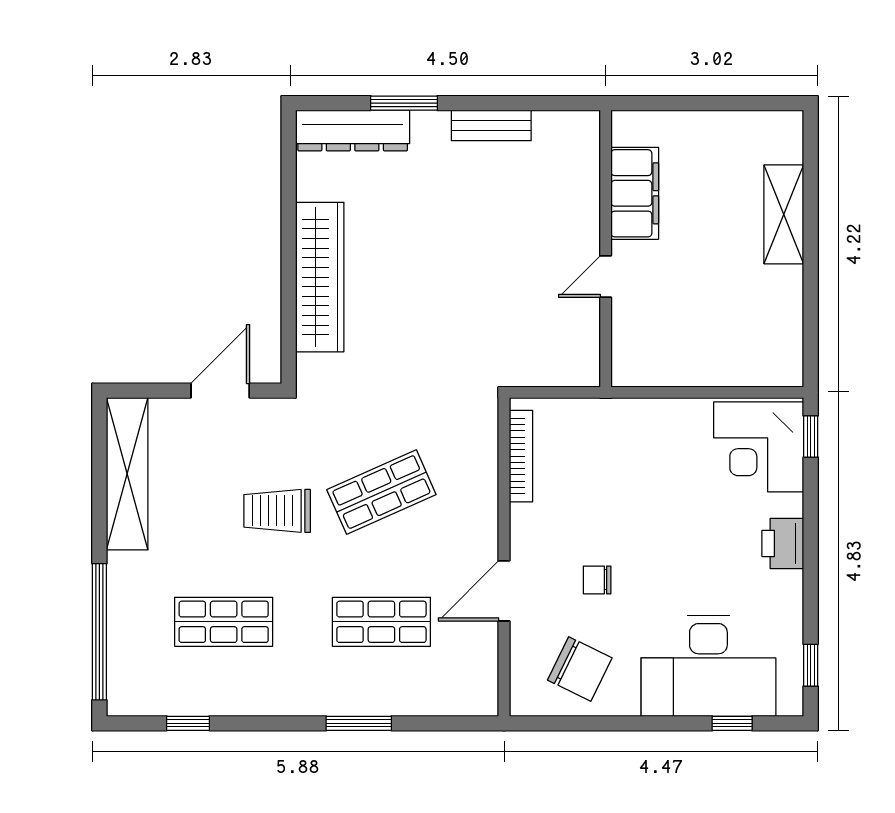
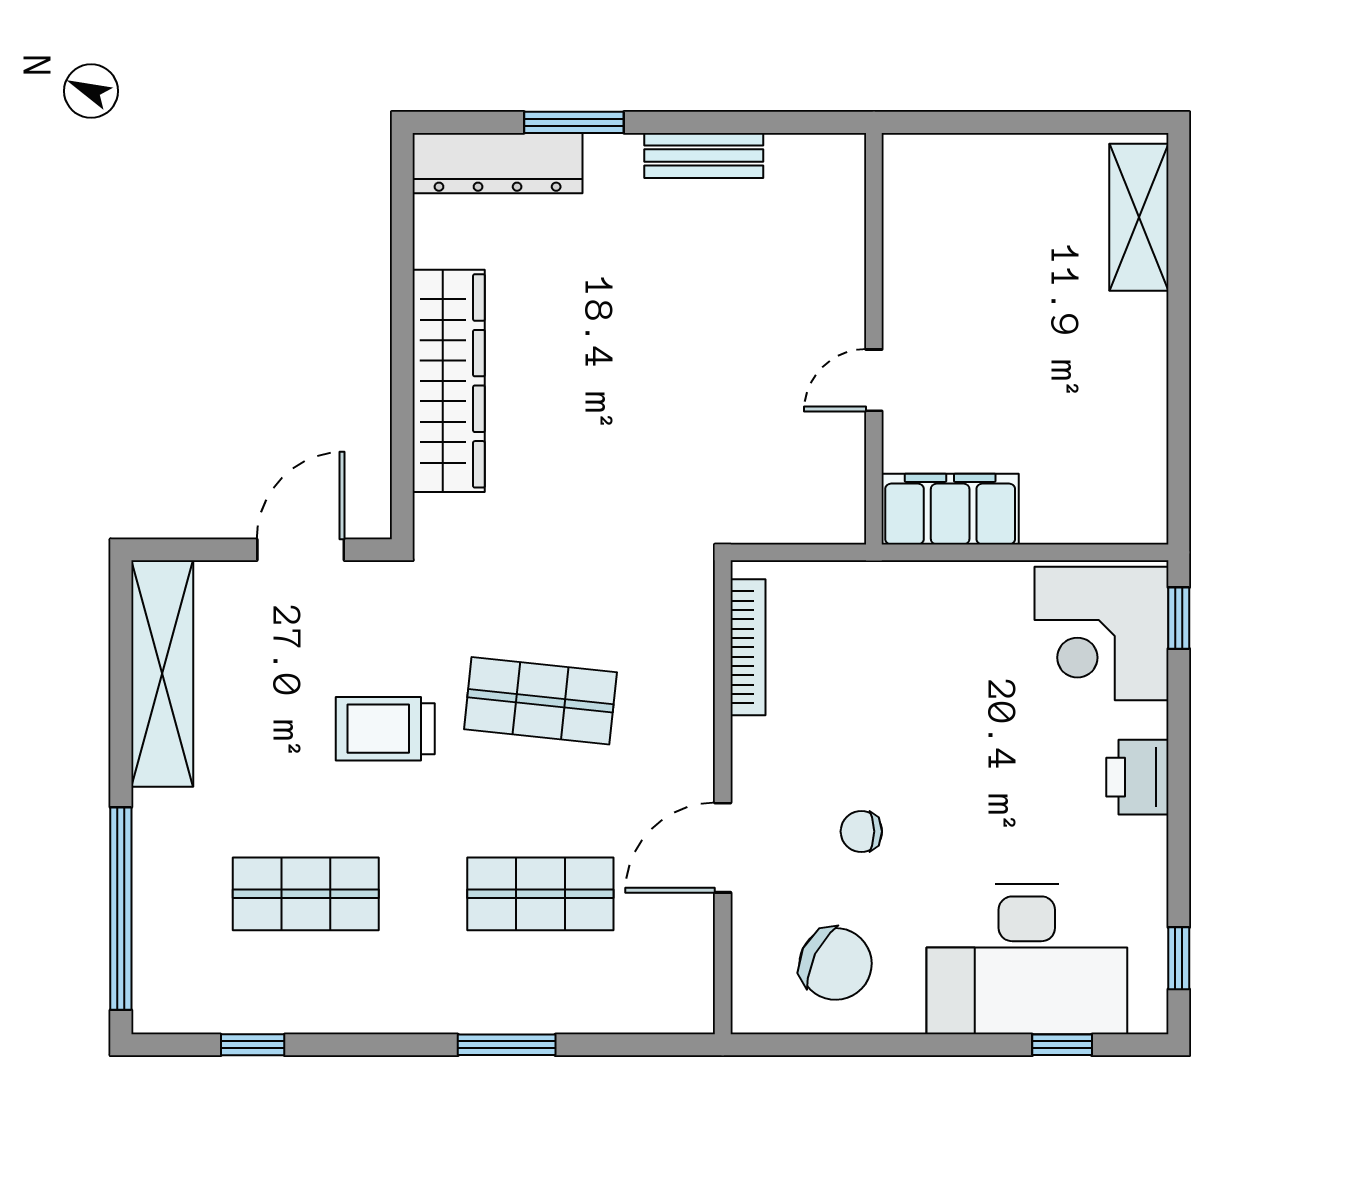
filing cabinet: (635, 193) -> (950, 509), moved, turned -90
shelving: (784, 214) -> (1139, 217), moved
shop shelf: (381, 492) -> (540, 701), turned 30

